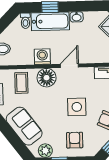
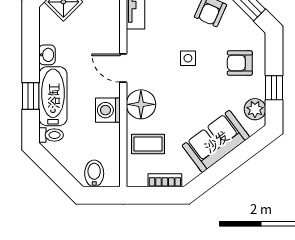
side table: (77, 107) -> (188, 58), width x0.54, depth x0.54

